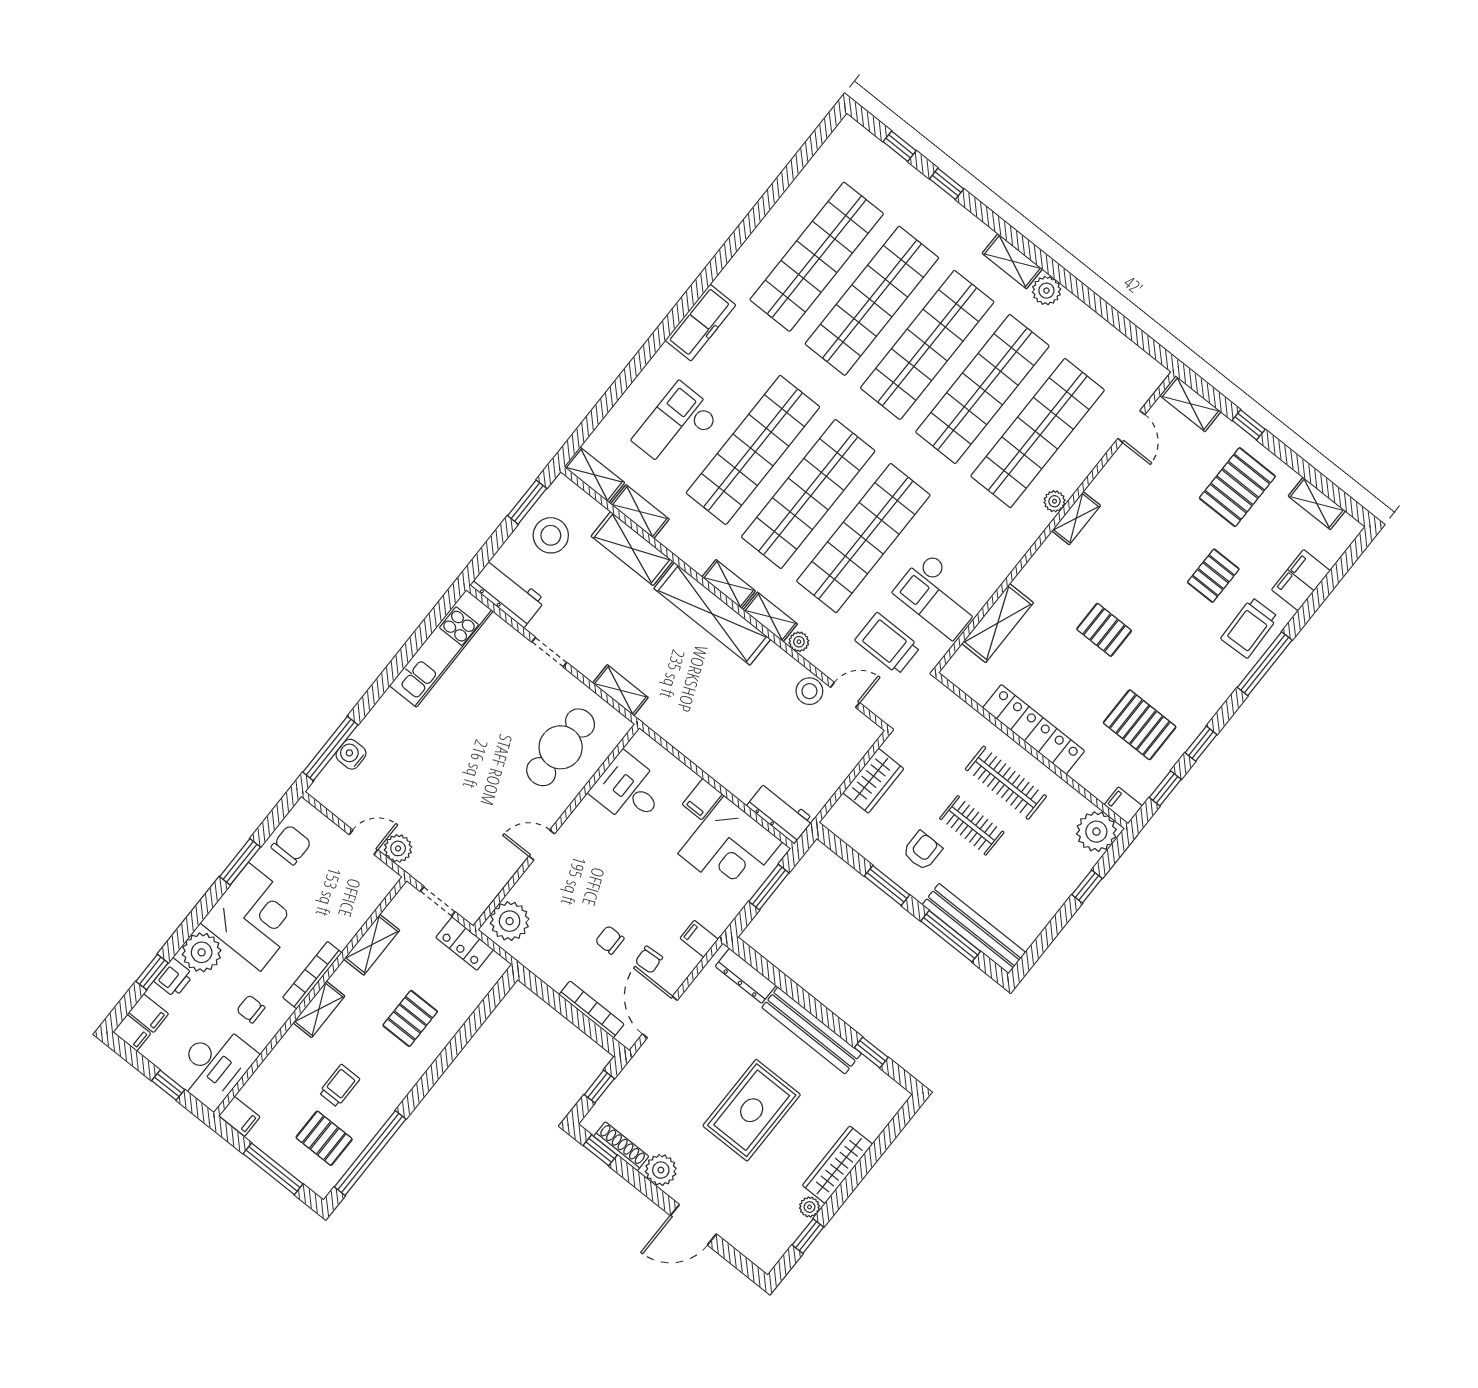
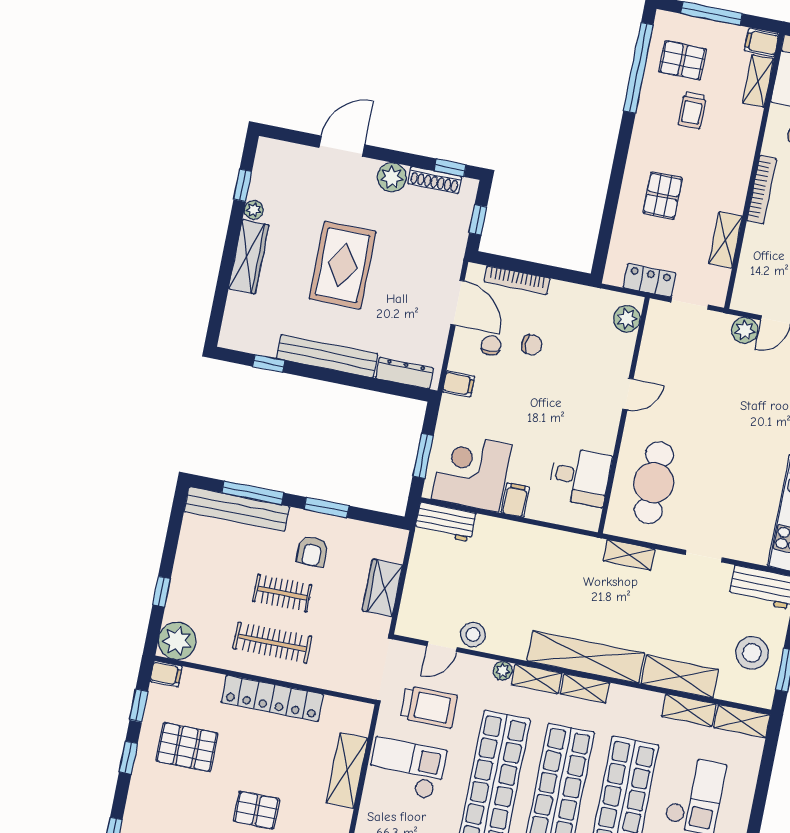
plant: (510, 921) -> (627, 319), width x0.73, depth x0.73
shelving: (319, 1009) -> (758, 81), moved

